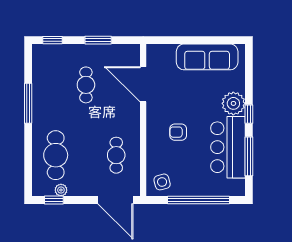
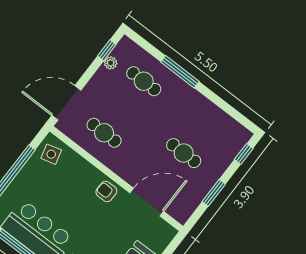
window: (28, 103) -> (180, 72), moved
armchair: (178, 132) -> (106, 191), moved, turned -90
cafe table: (56, 155) -> (144, 81), width x0.73, depth x0.74

